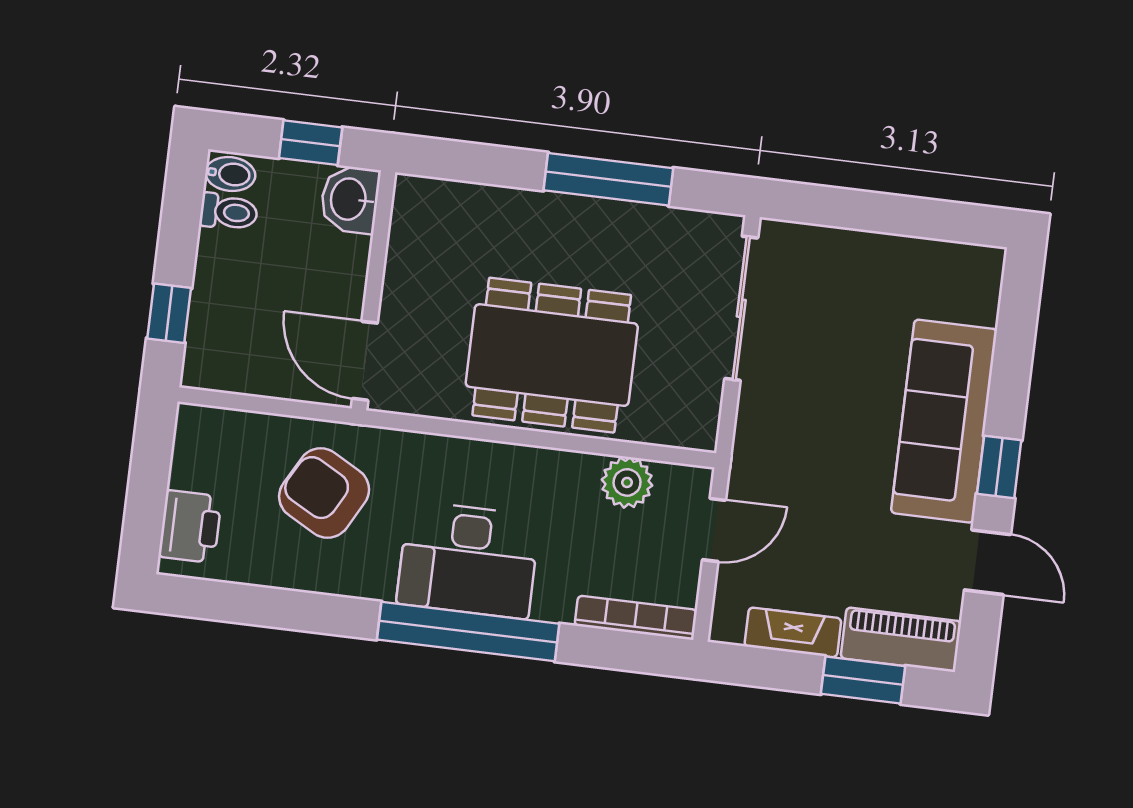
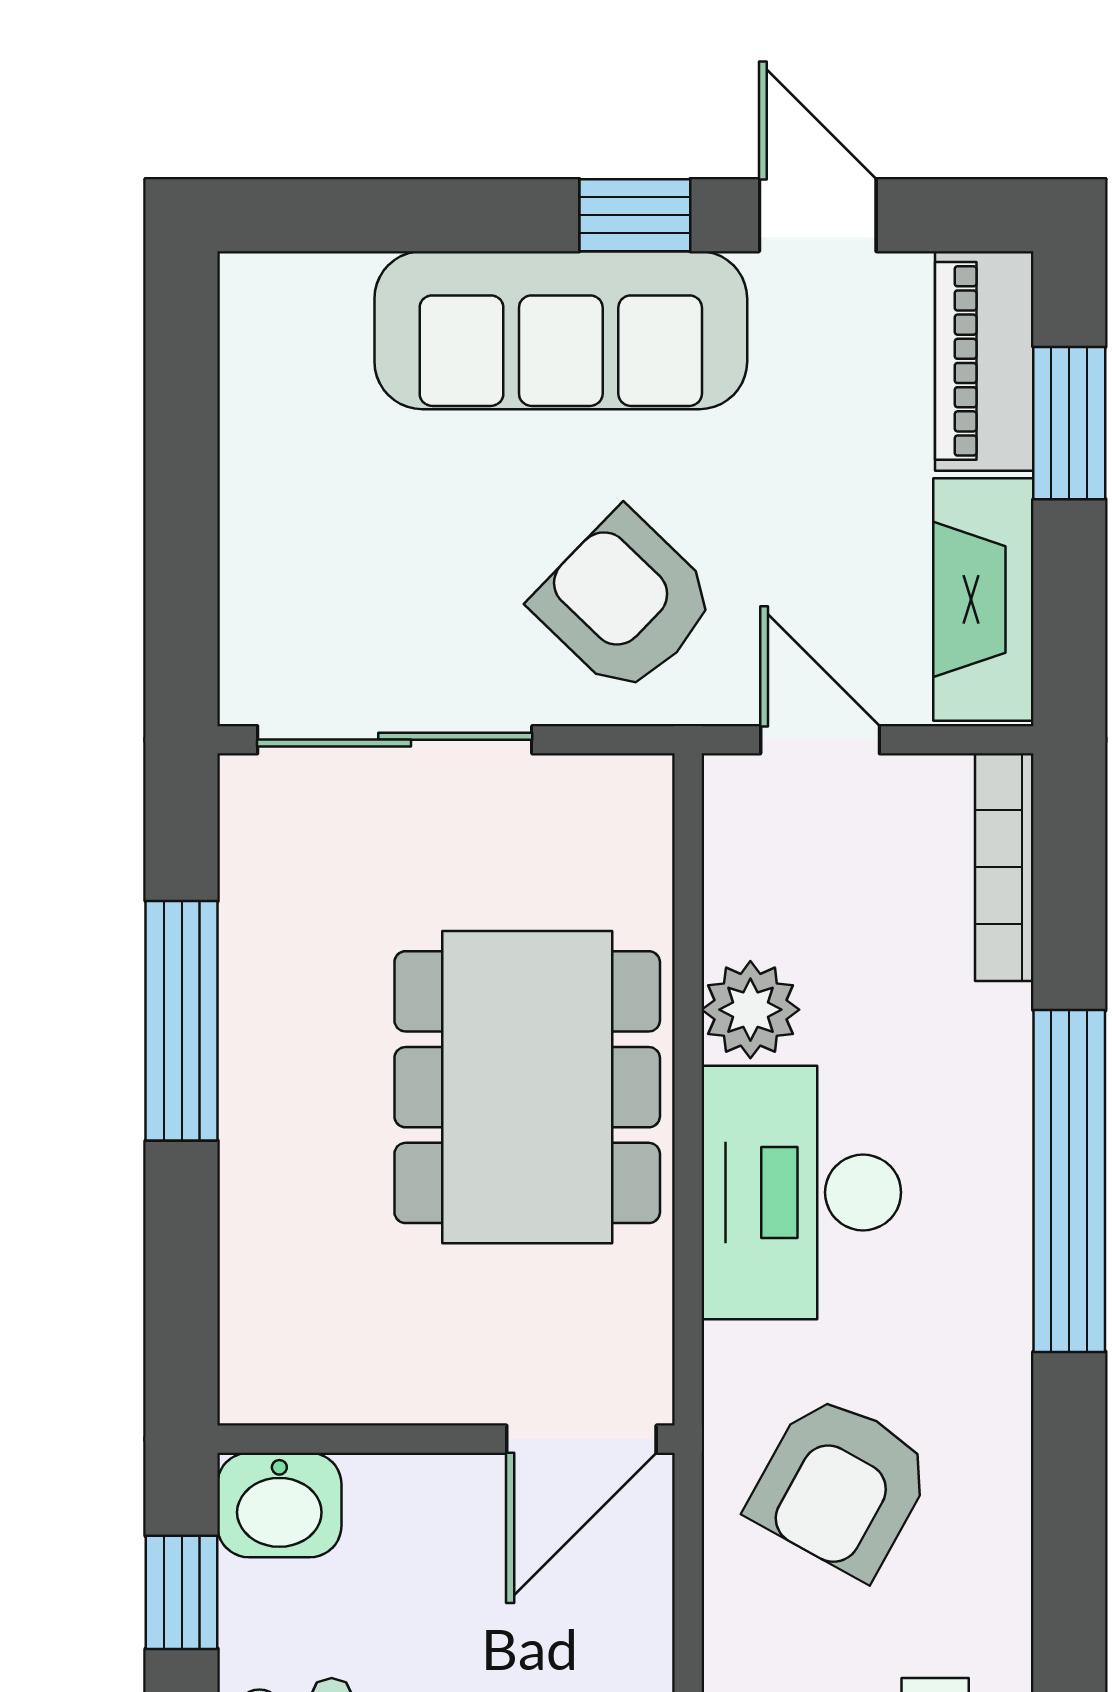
armchair: (798, 437) -> (625, 602), added
plant: (627, 482) -> (750, 1010), moved
desk: (468, 560) -> (801, 1192), moved, turned 180
door: (987, 562) -> (818, 215), hinge flipped
fireplace: (793, 632) -> (983, 599), width x1.37, depth x1.32

